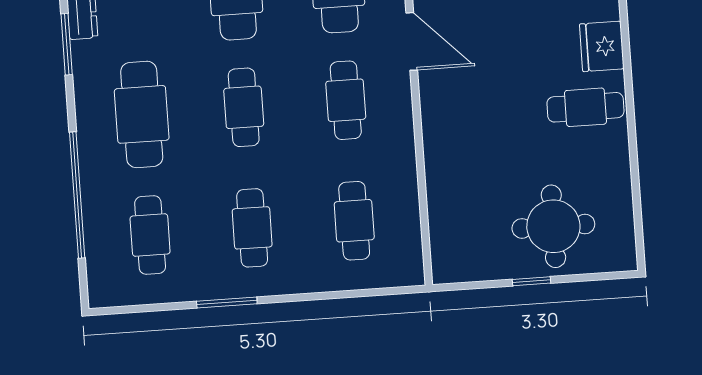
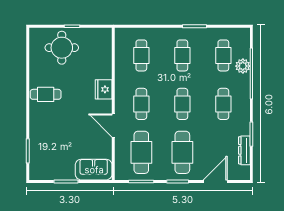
fridge: (602, 46) -> (104, 89), moved, turned 180
cafe table: (142, 114) -> (223, 104), width x0.73, depth x0.74
plant: (100, 212) -> (243, 66), added

